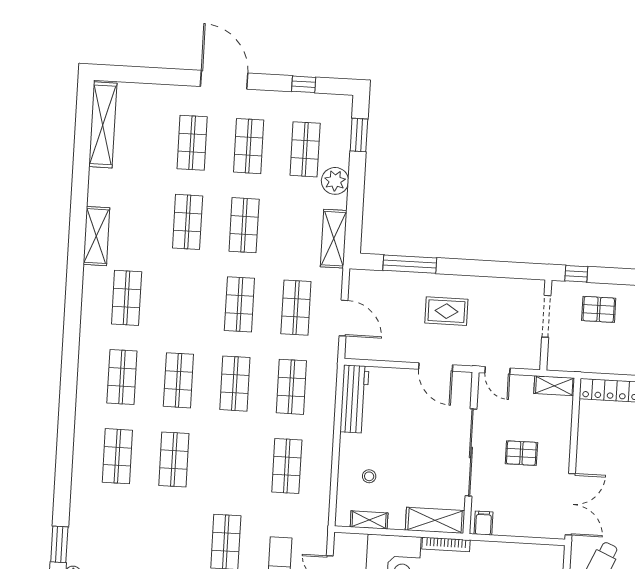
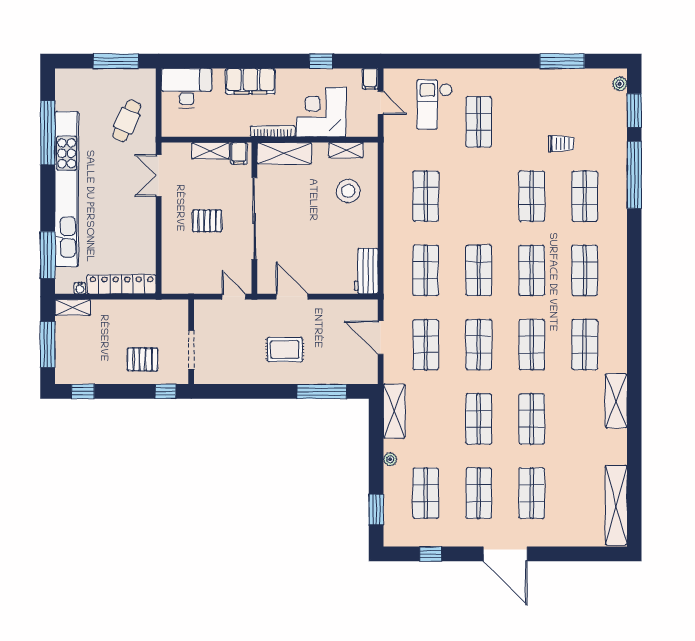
plant: (335, 181) -> (390, 459), width x0.53, depth x0.53
shop shelf: (183, 301) -> (532, 345), added
shelving: (554, 386) -> (211, 151), moved
workbench: (354, 399) -> (366, 271), width x0.73
window: (63, 476) -> (634, 175), added
stool: (369, 476) -> (348, 191), width x1.89, depth x1.89
double door: (570, 504) -> (159, 176), width x0.73
trolley: (139, 514) -> (561, 144), added

